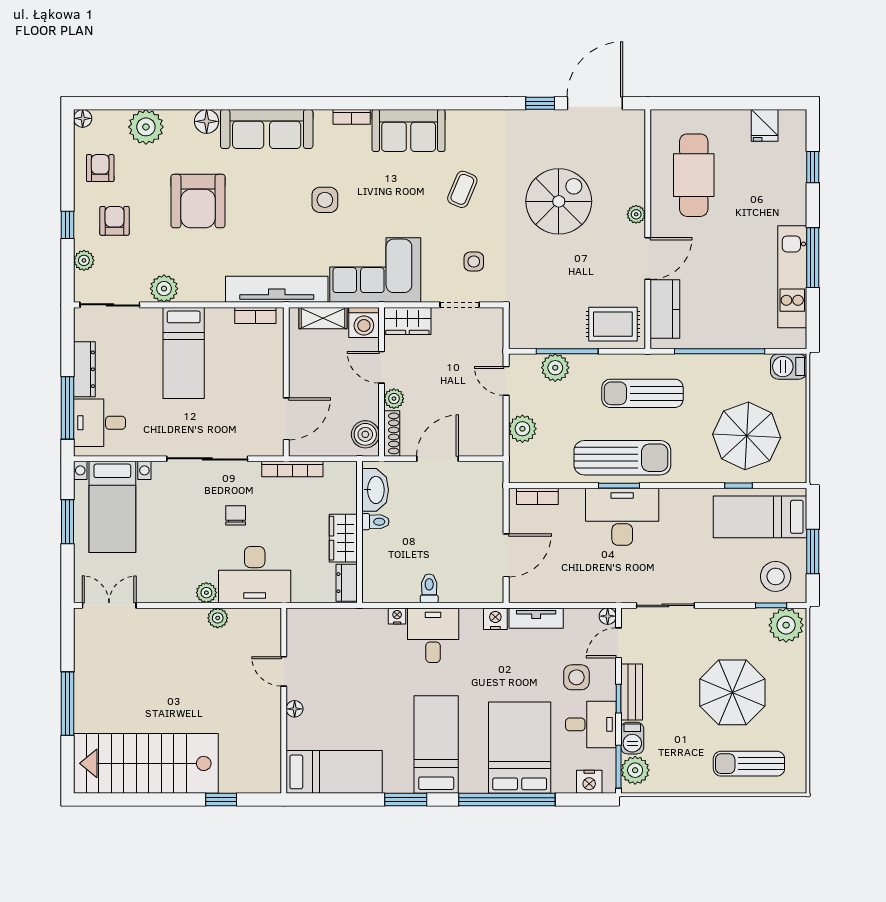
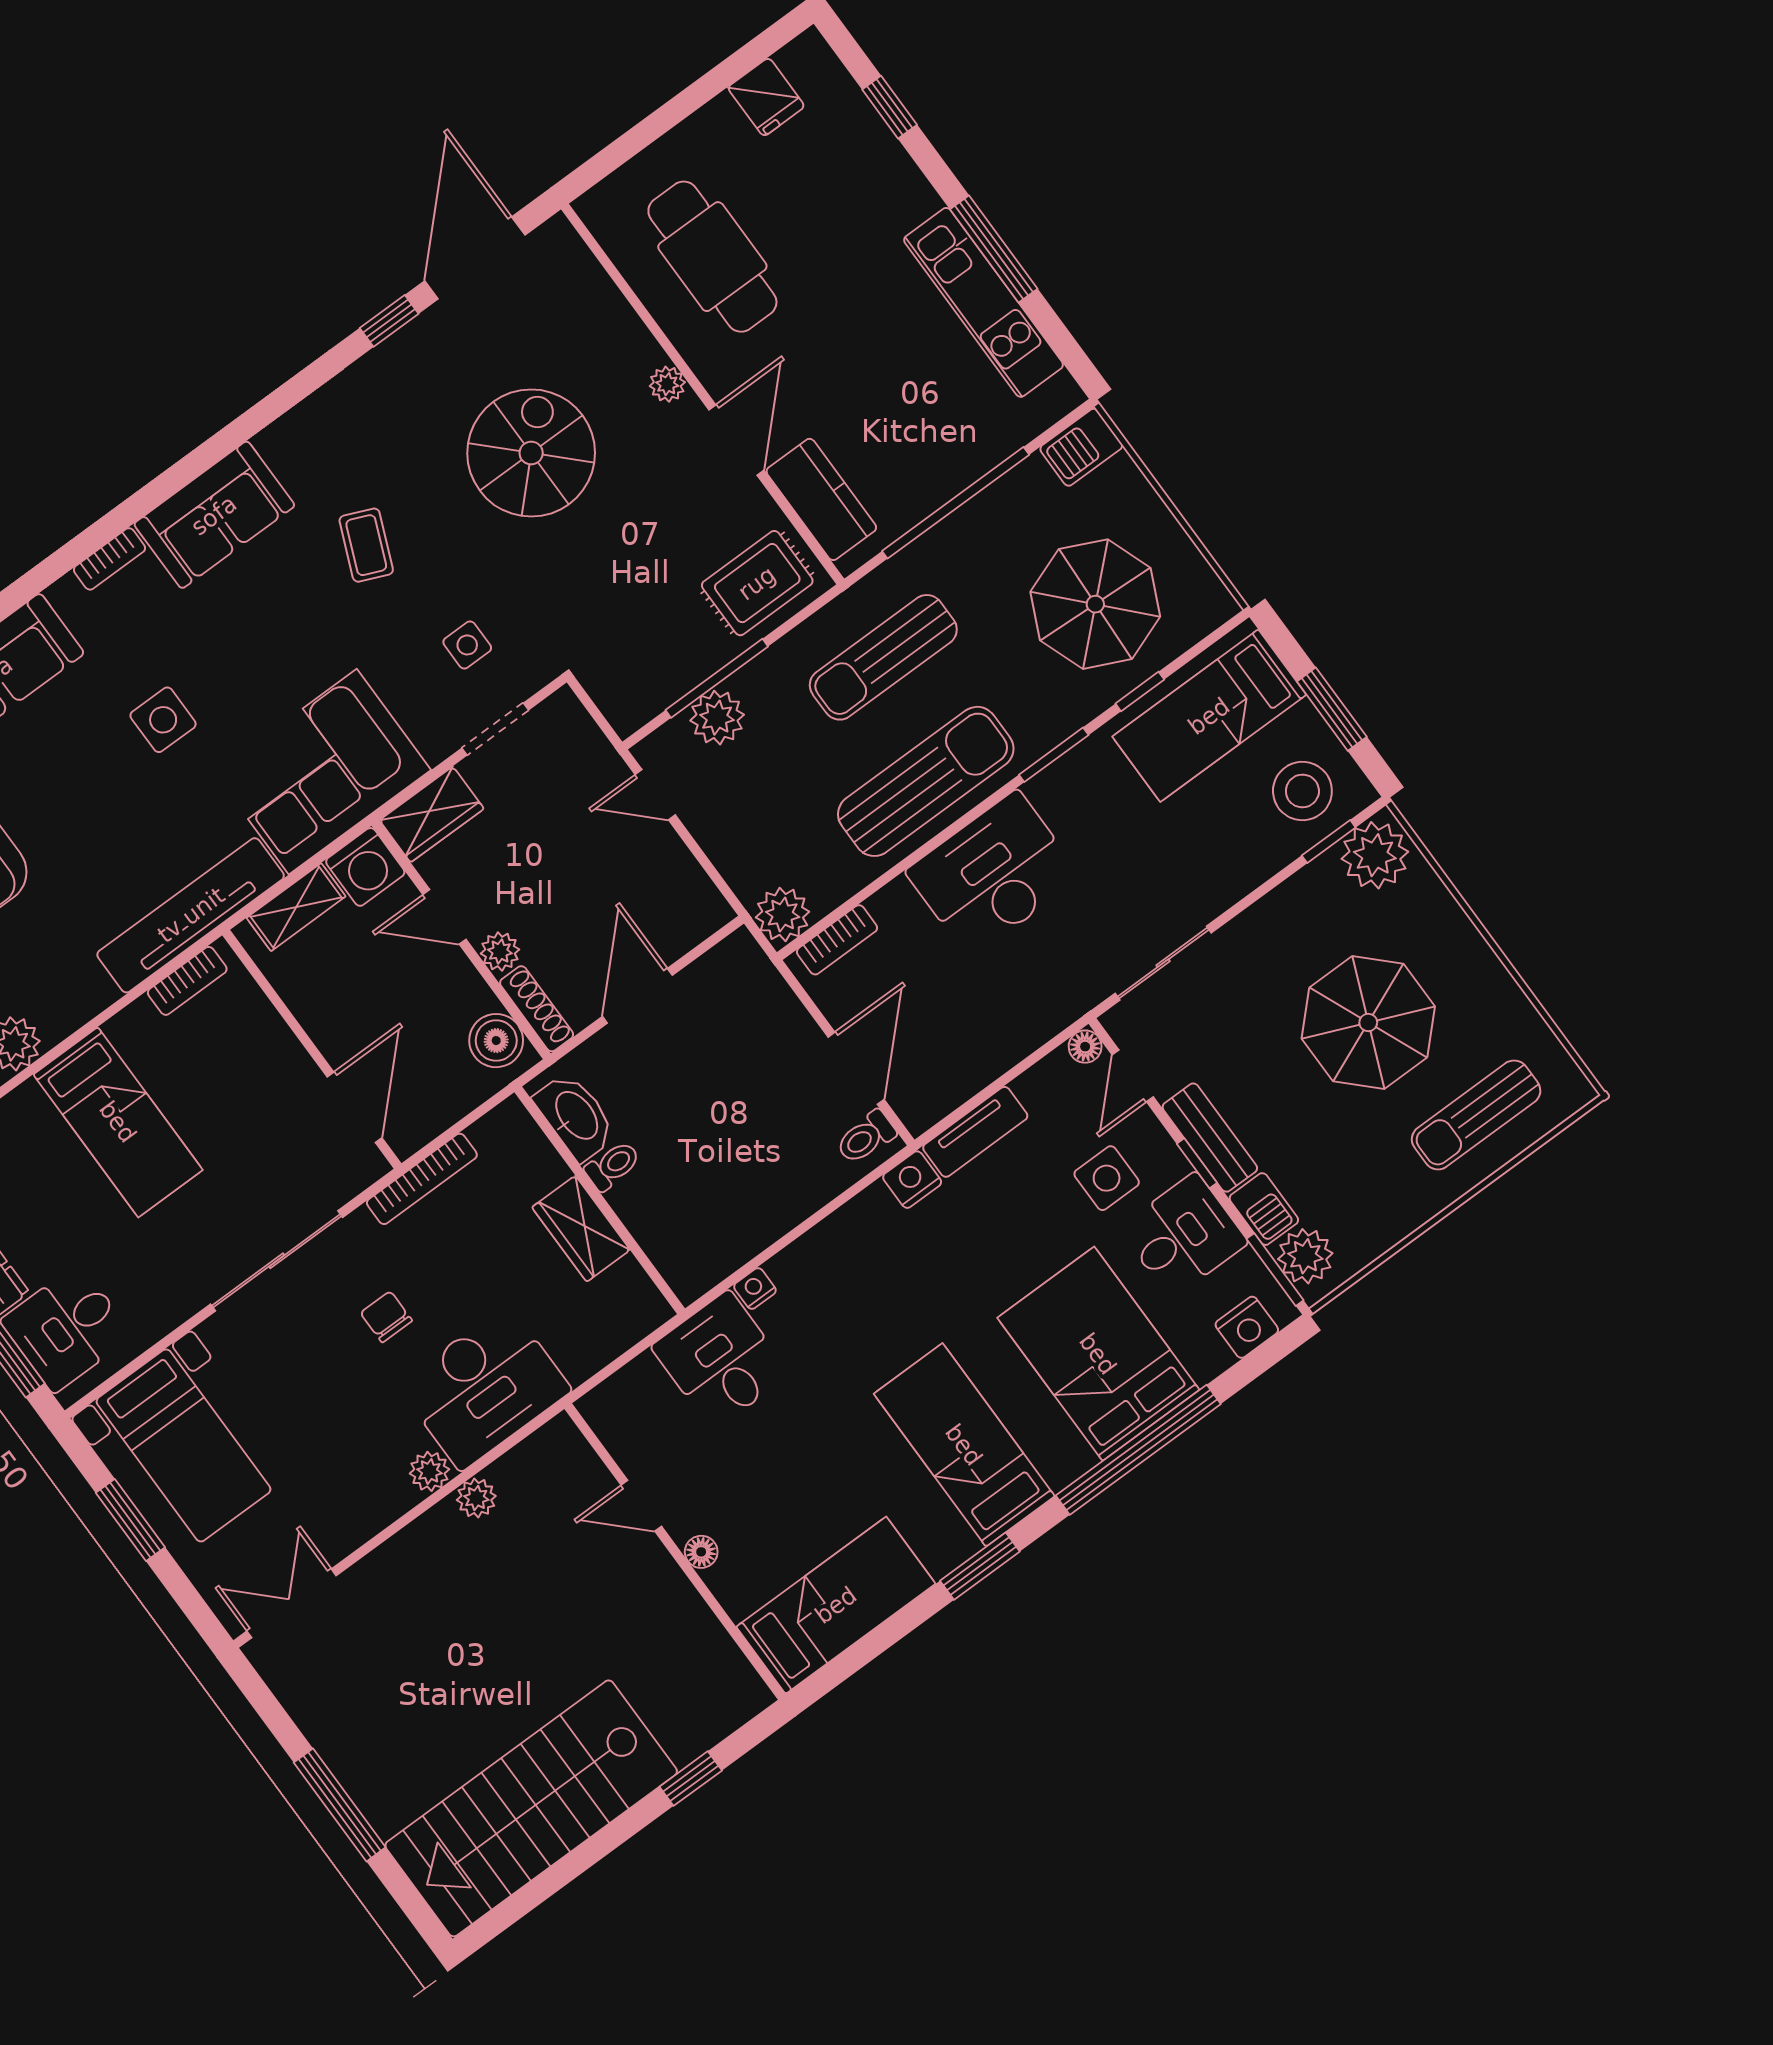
plant: (522, 429) -> (783, 914), moved
window: (619, 486) -> (1054, 755), moved
dresser: (347, 583) -> (638, 1294), removed
toilet: (429, 588) -> (866, 1137), moved, turned -90
desk: (433, 635) -> (721, 1360), moved

